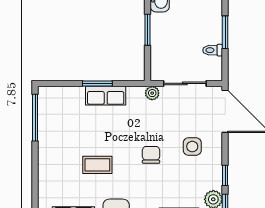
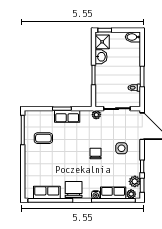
coffee table: (97, 165) -> (43, 138), moved

